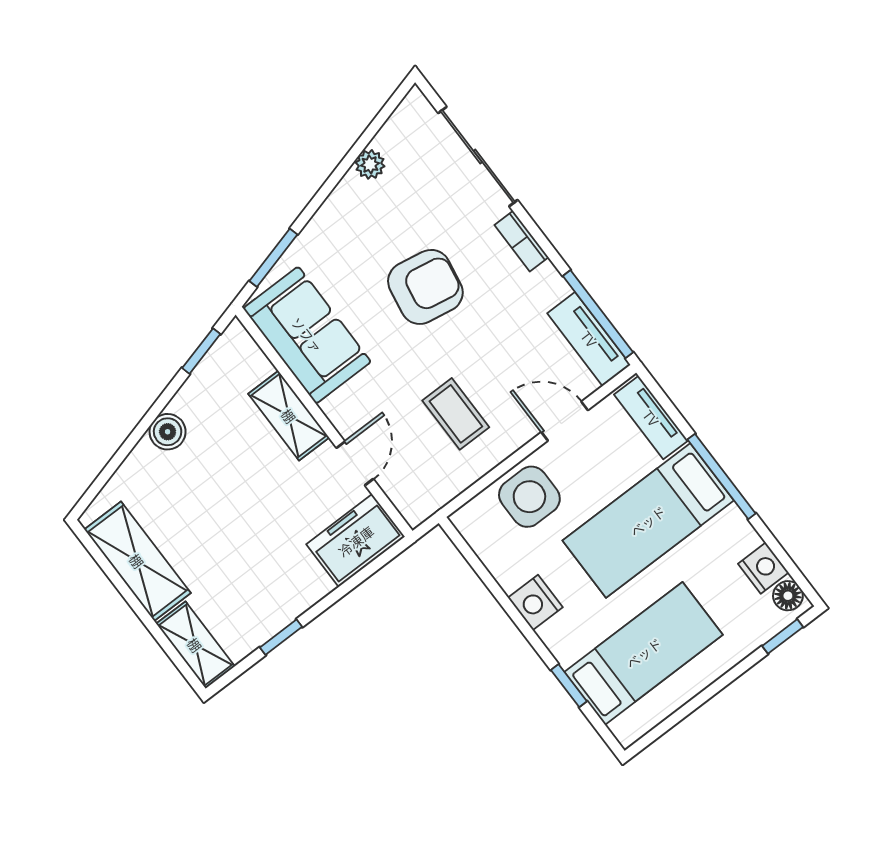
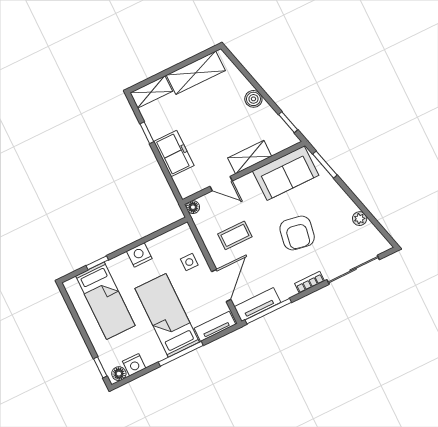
door: (565, 421) -> (221, 286), width x1.38
side table: (529, 497) -> (189, 262), width x0.54, depth x0.54
floor lamp: (415, 512) -> (193, 207), added
freezer: (356, 541) -> (174, 154), moved

